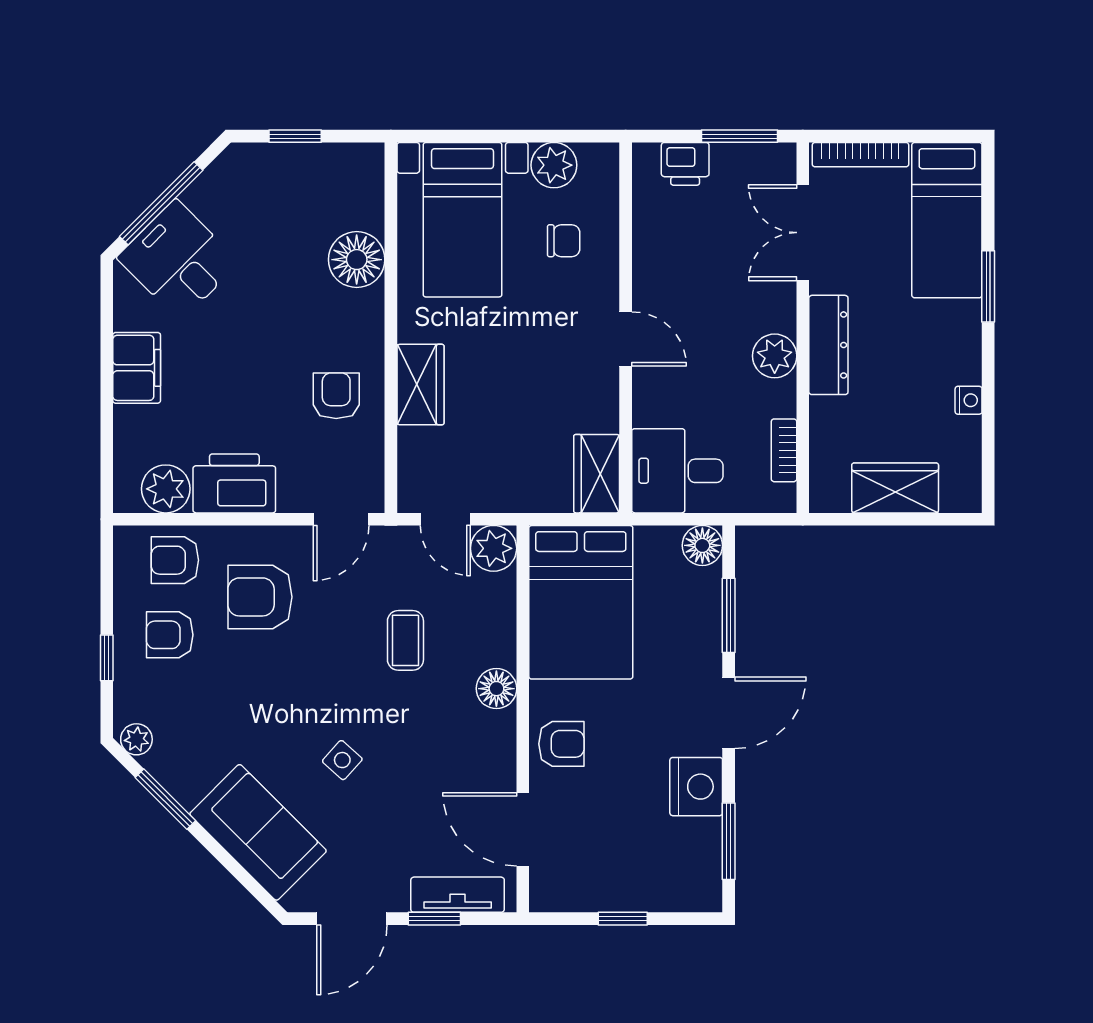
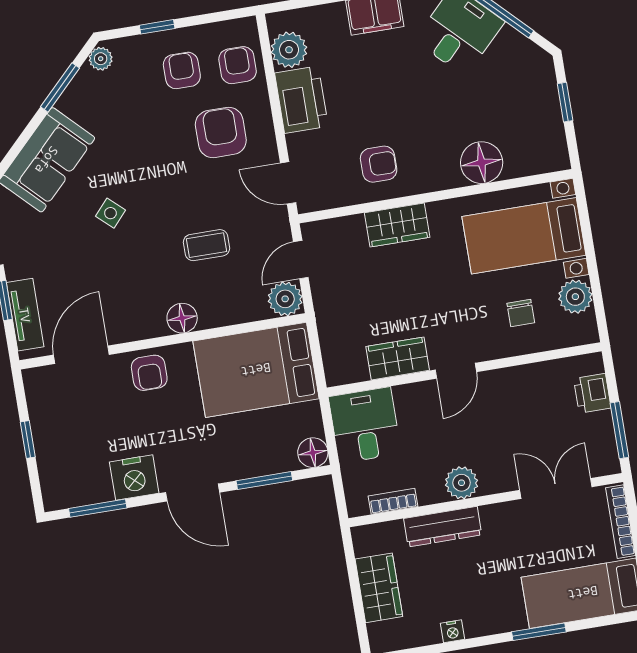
dresser: (828, 345) -> (443, 527), moved
wardrobe: (597, 474) -> (398, 358), moved

